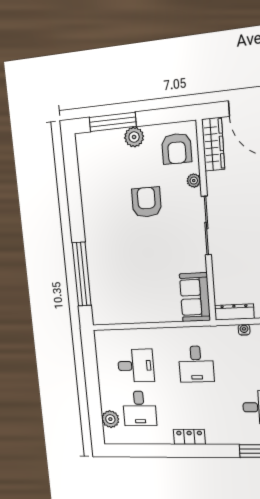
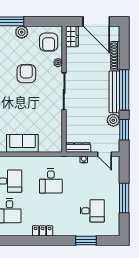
wardrobe: (213, 144) -> (72, 36), width x0.67
sofa: (195, 297) -> (22, 143), moved, turned 90

